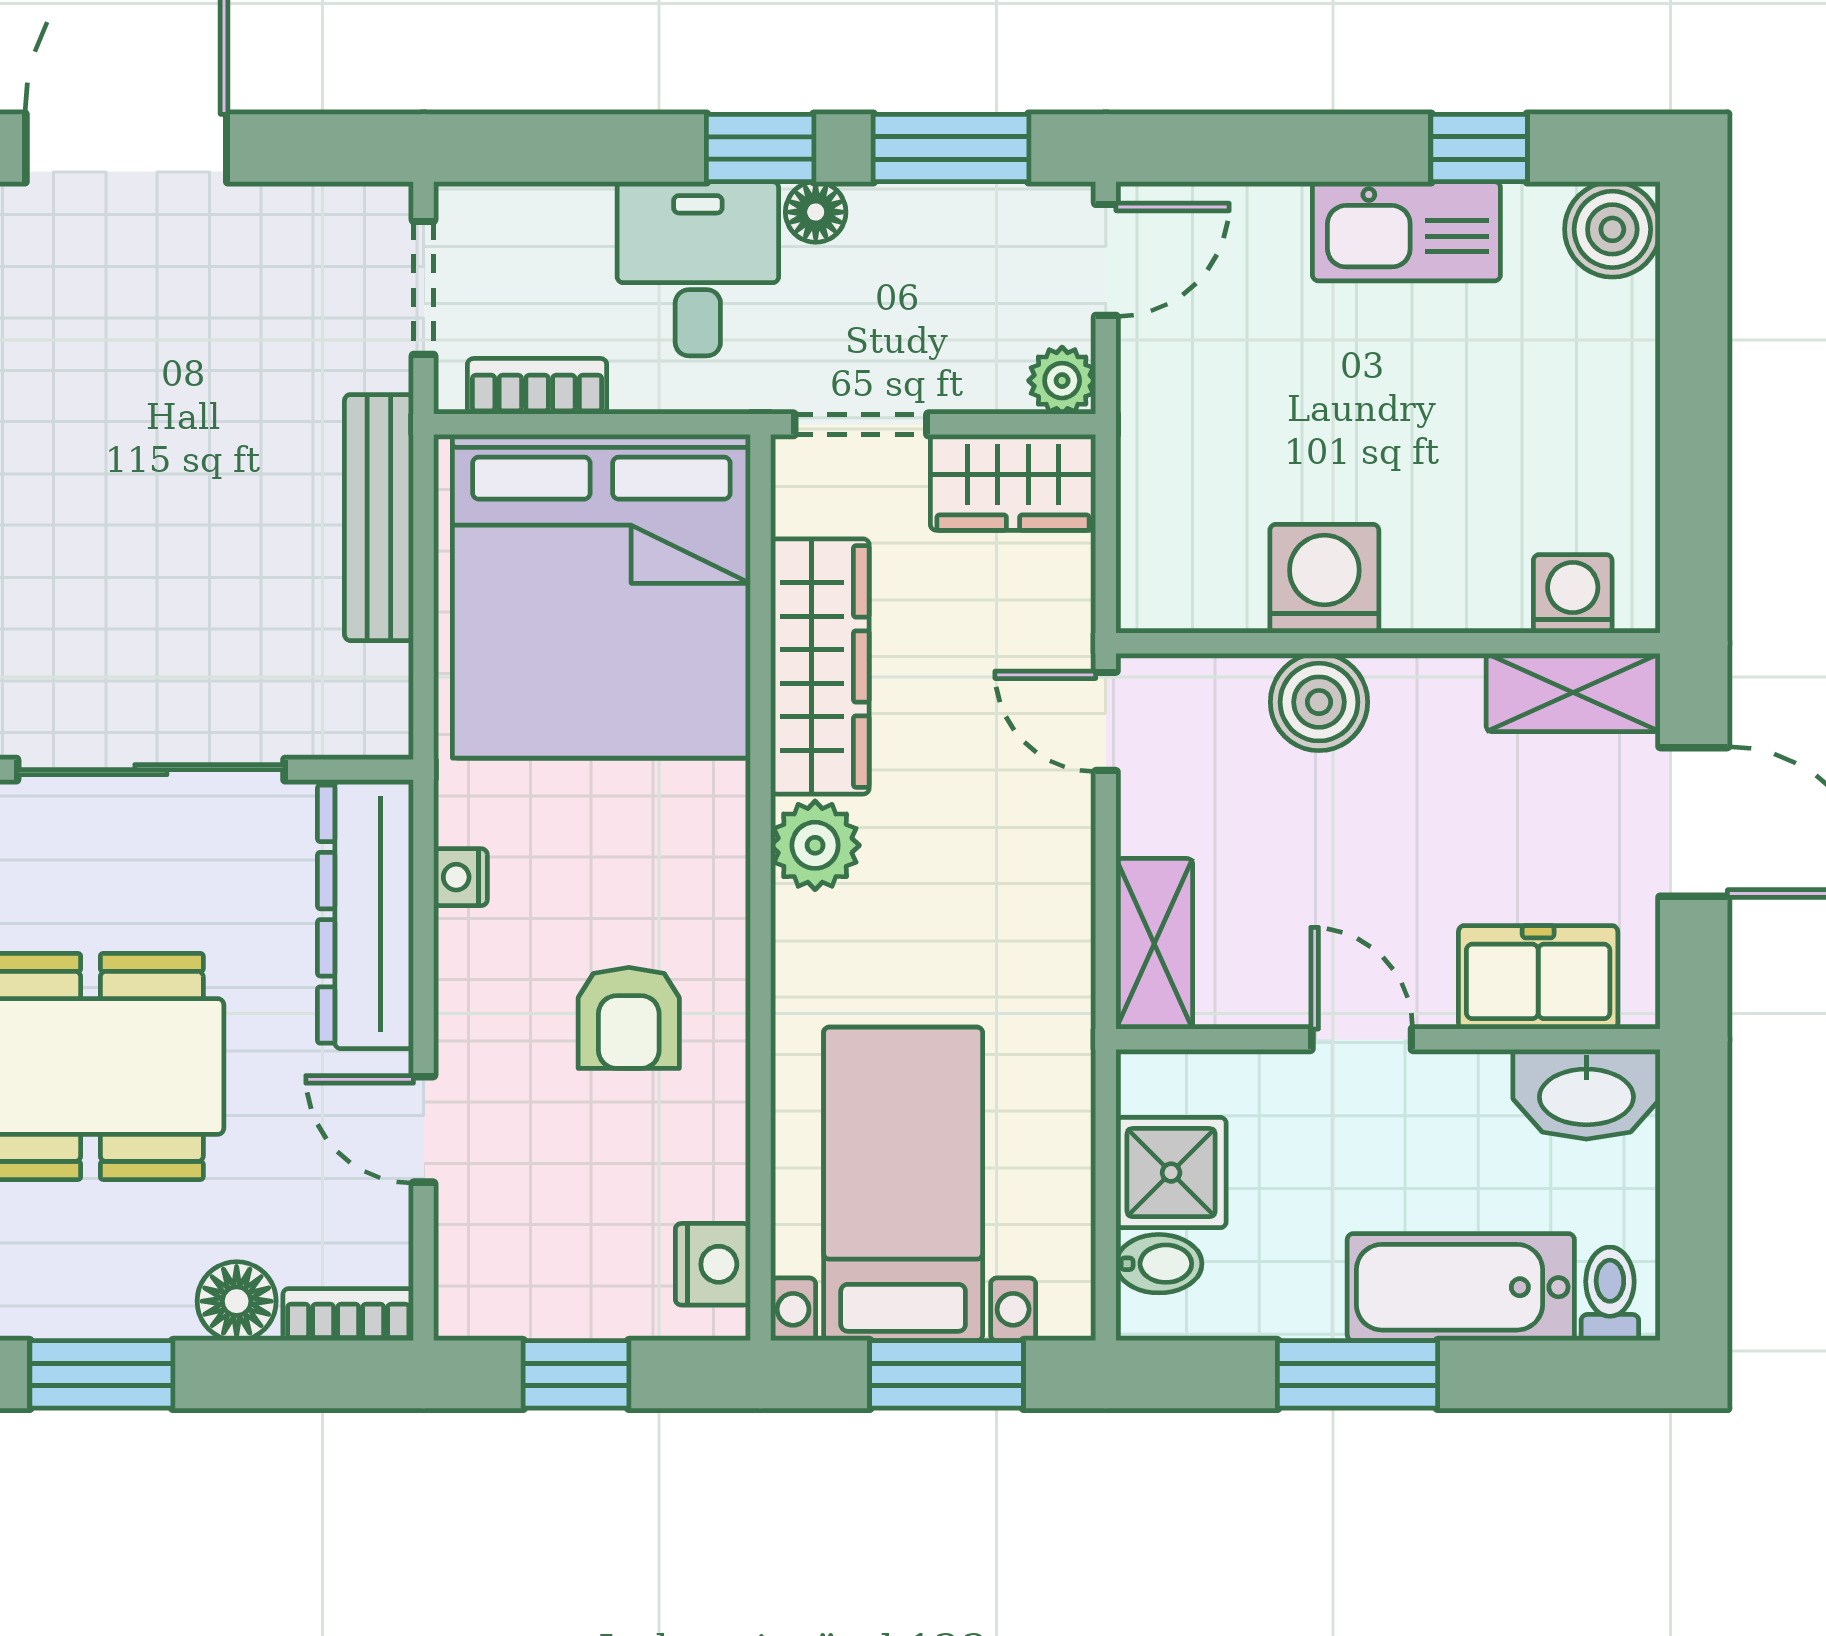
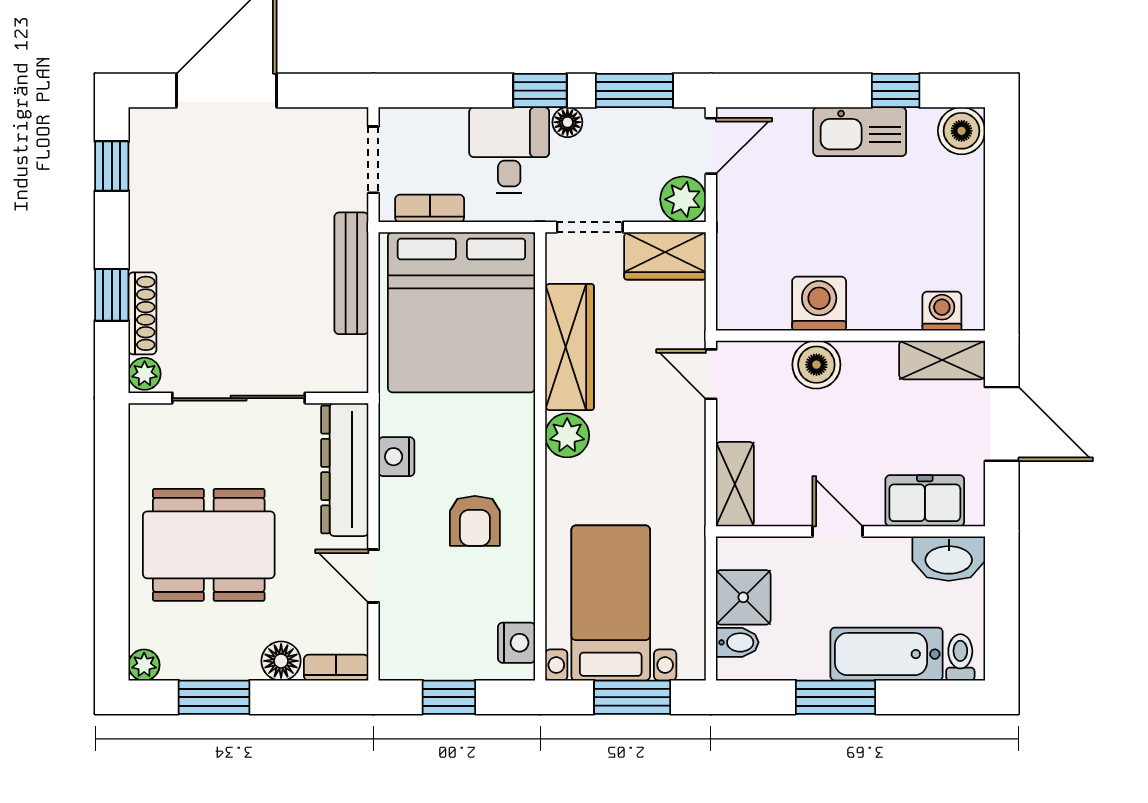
plant: (1062, 381) -> (683, 199), width x1.38, depth x1.38
nightstand: (460, 877) -> (396, 457), width x1.39, depth x1.35

